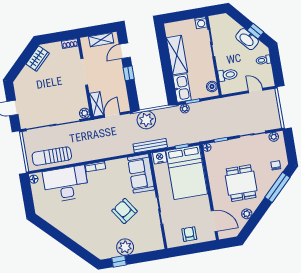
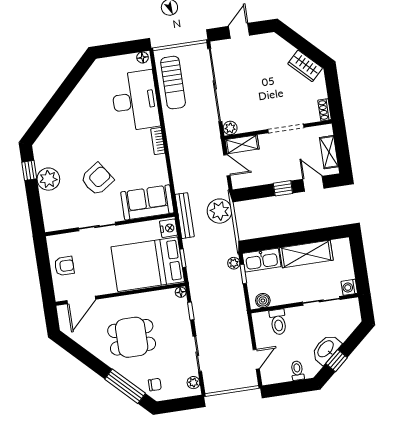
sun lounger: (52, 156) -> (173, 83), turned 180
plant: (247, 214) -> (90, 344), removed

